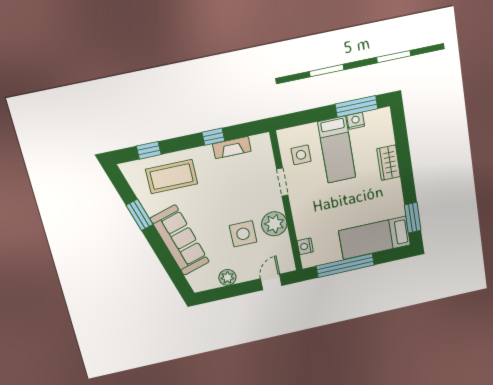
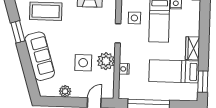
wardrobe: (388, 163) -> (193, 48), moved
bed: (375, 238) -> (174, 71), moved
nightstand: (305, 246) -> (124, 69), moved

